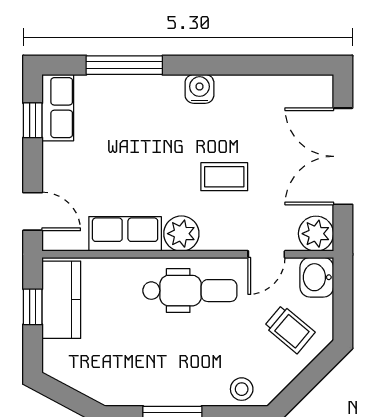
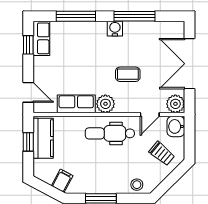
window: (237, 65) -> (135, 16), added
dental chair: (190, 291) -> (110, 133), turned 180
filing cabinet: (98, 382) -> (62, 181), added

